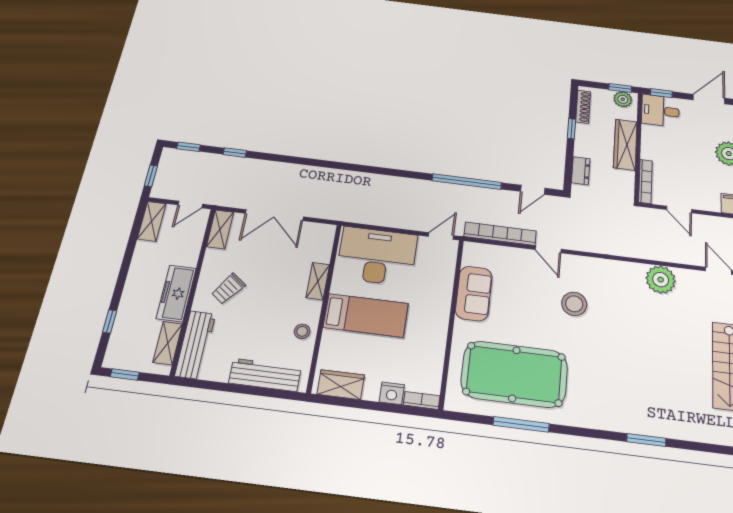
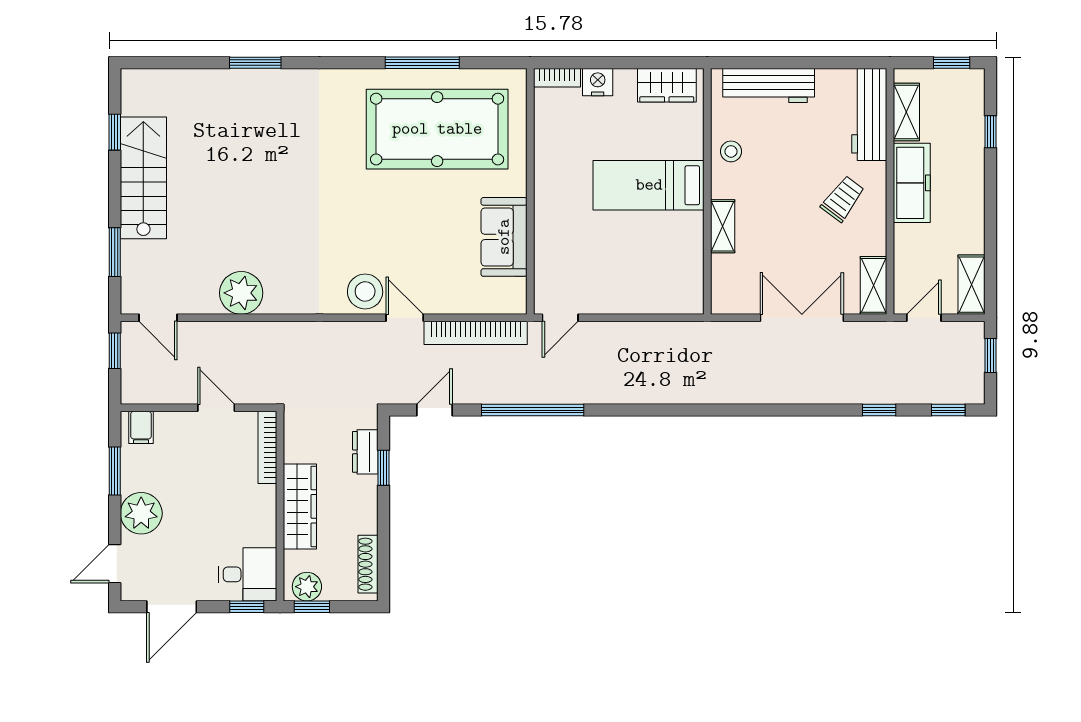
window: (572, 129) -> (383, 468), moved
desk: (377, 256) -> (647, 275), removed
stool: (574, 304) -> (365, 291), moved

